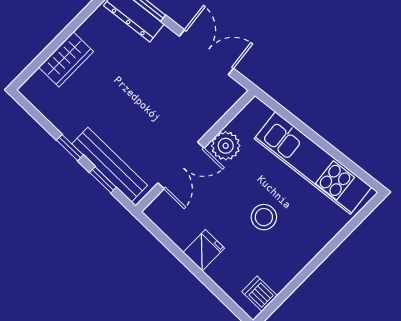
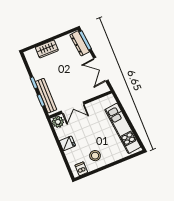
double door: (206, 52) -> (101, 69), swing flipped
plant: (226, 146) -> (58, 122), moved
stool: (264, 217) -> (95, 156), moved

